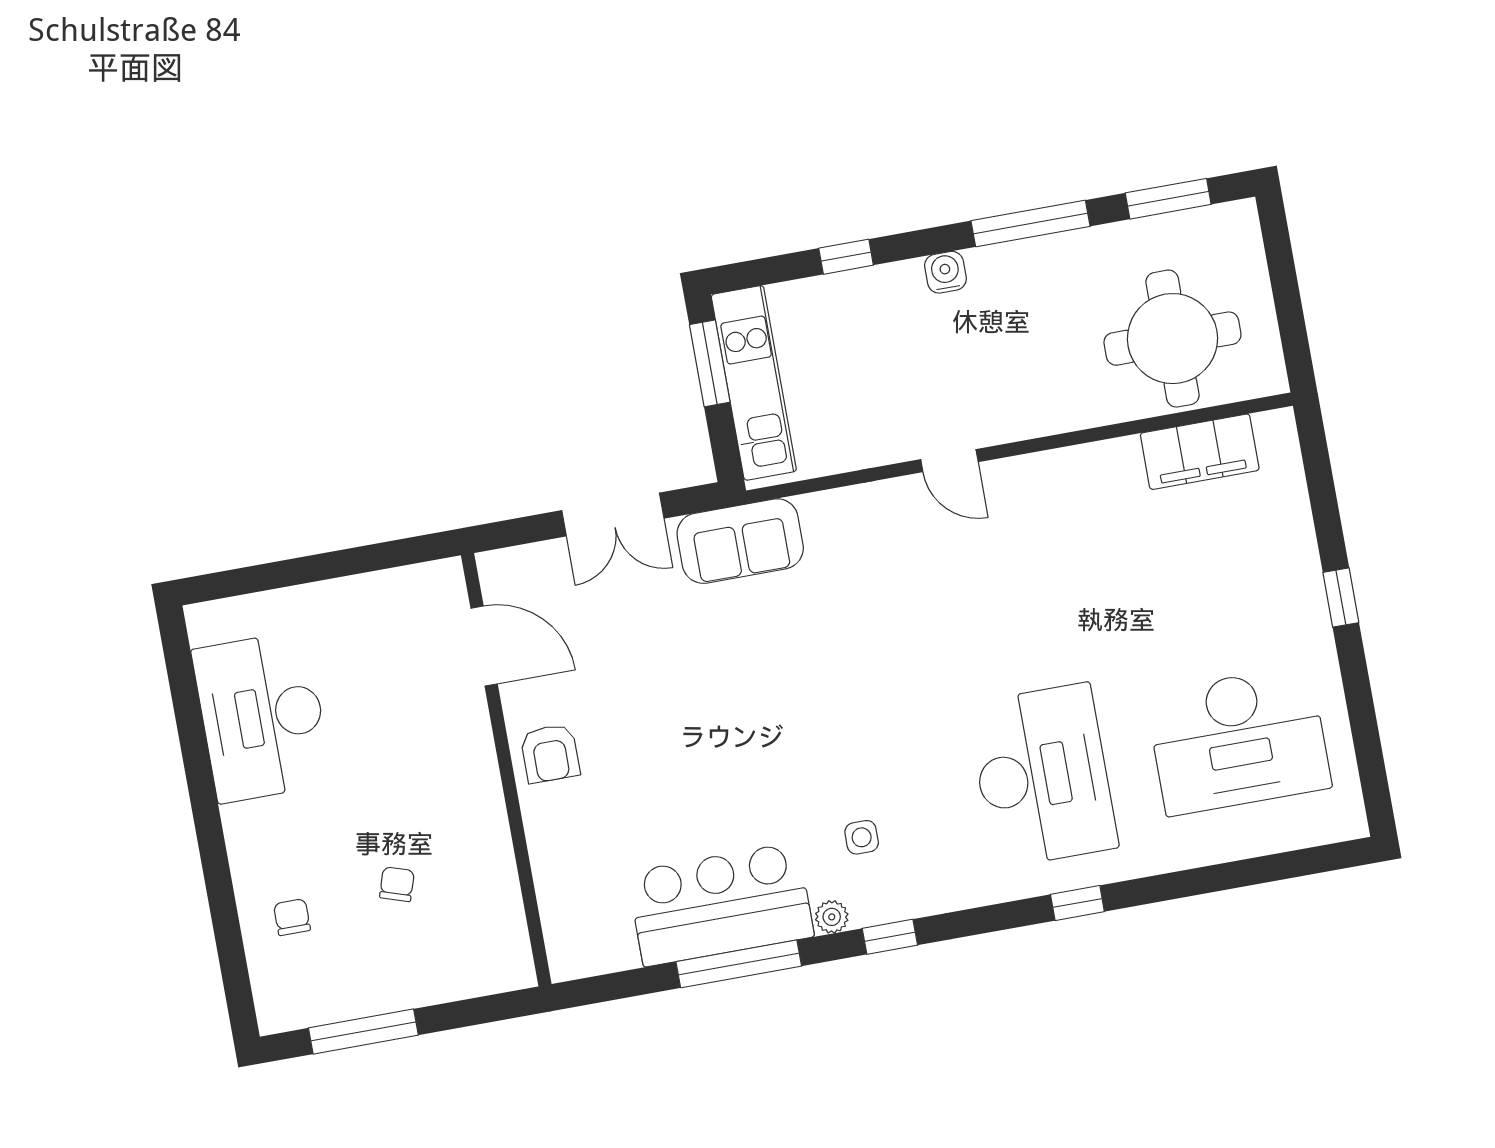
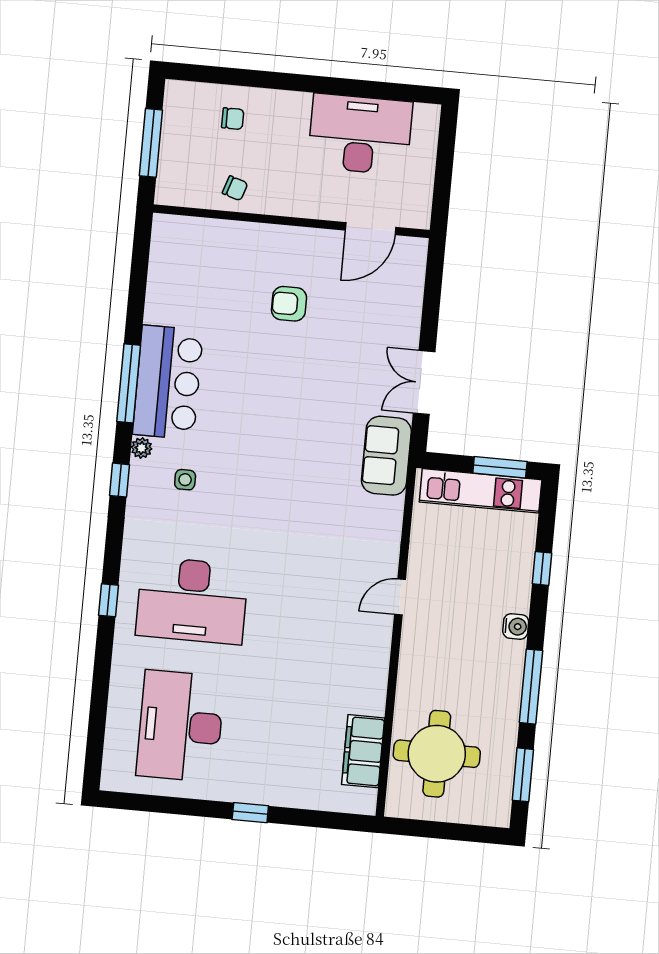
door: (484, 646) -> (371, 229), moved
wall: (506, 770) -> (291, 221), moved

